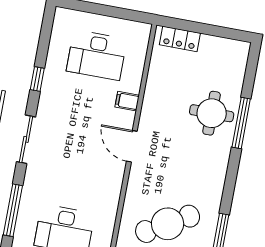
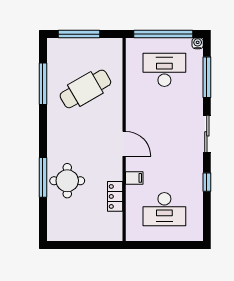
locker: (180, 39) -> (115, 196), moved, turned -90
desk: (97, 55) -> (164, 209), turned 180

